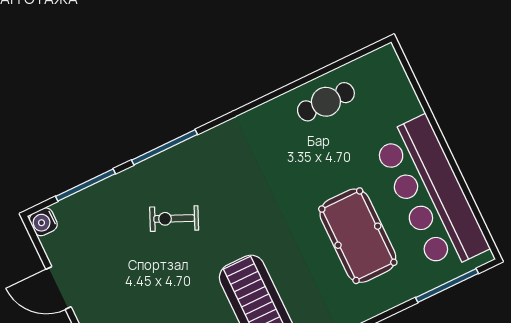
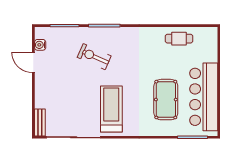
exercise bike: (174, 219) -> (94, 57), width x1.38, depth x1.39
water cooler: (43, 222) -> (40, 45), moved

